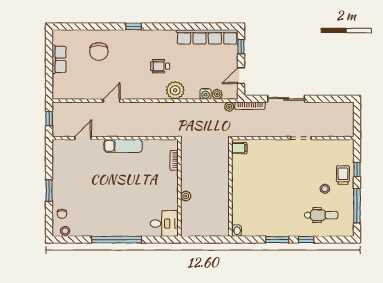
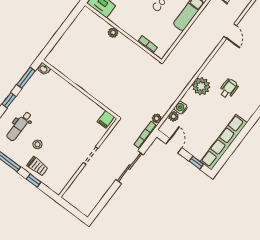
filing cabinet: (239, 148) -> (106, 119), moved
wall: (230, 188) -> (80, 89), moved
washbasin: (236, 231) -> (44, 69), moved

